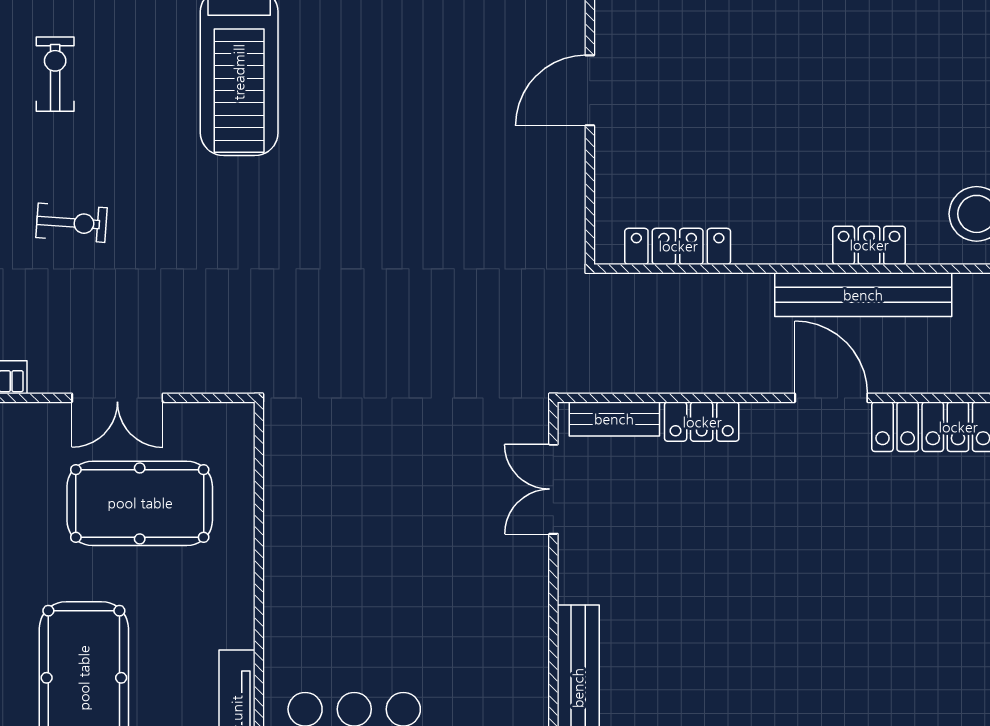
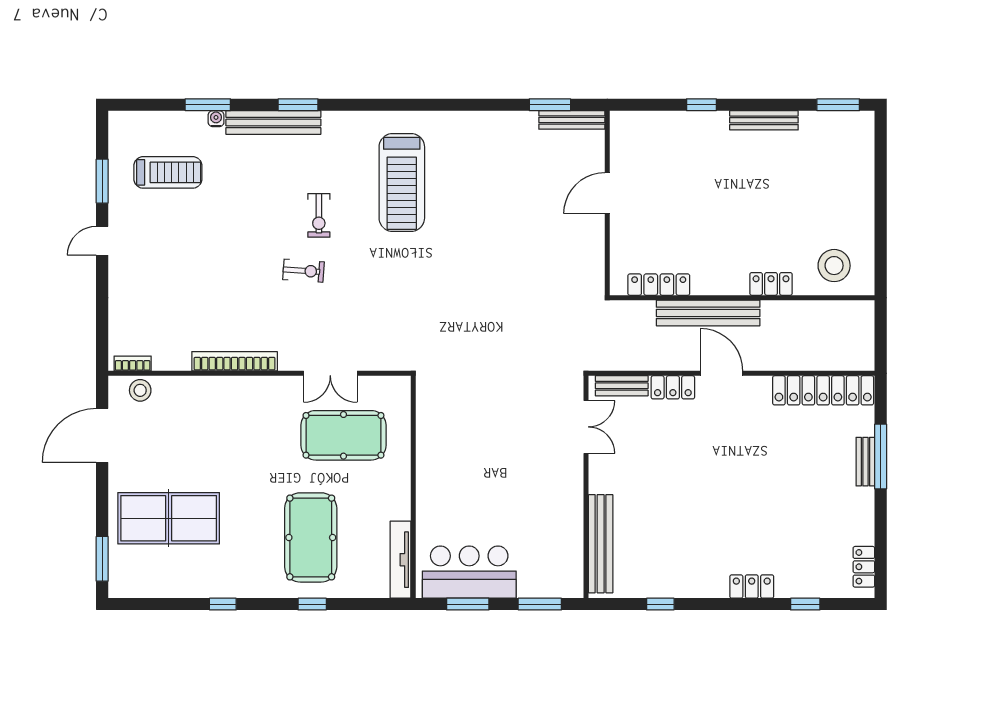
exercise bike: (55, 74) -> (319, 215), moved, turned 180
bench: (863, 295) -> (708, 313), moved
door: (831, 398) -> (721, 373), moved
double door: (553, 489) -> (586, 427), swing flipped

